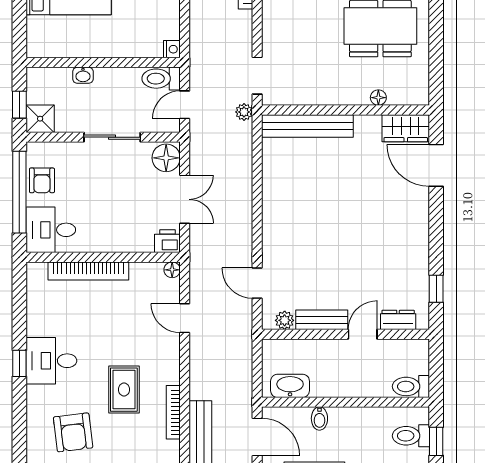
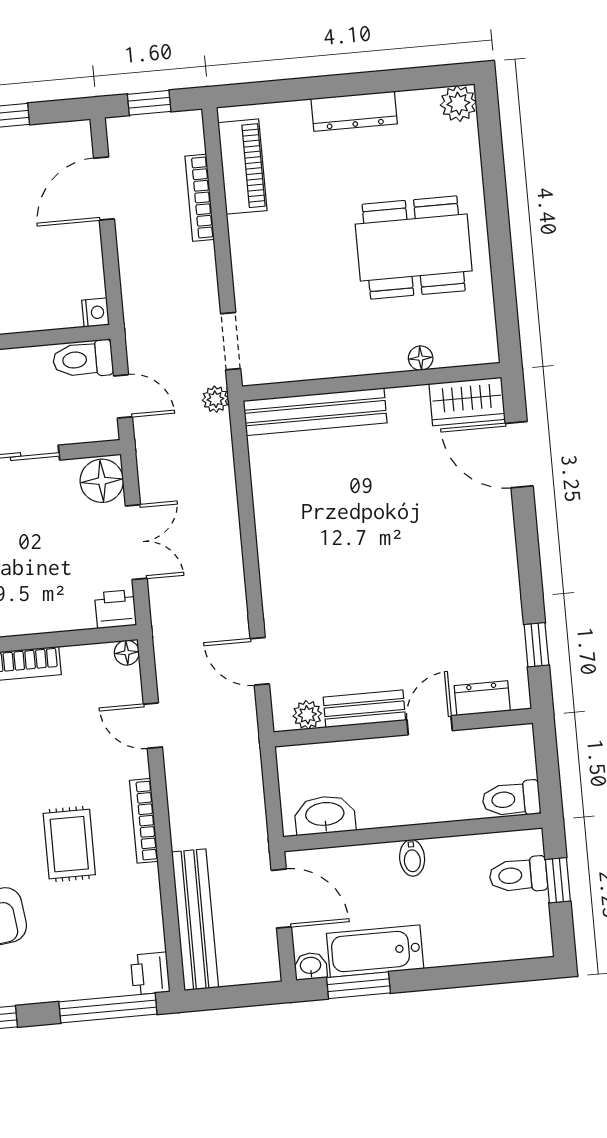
door: (185, 105) -> (123, 396), swing flipped
bookcase: (173, 412) -> (144, 821), moved
bidet: (319, 418) -> (412, 858), moved

